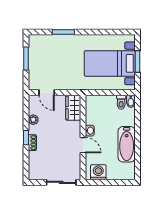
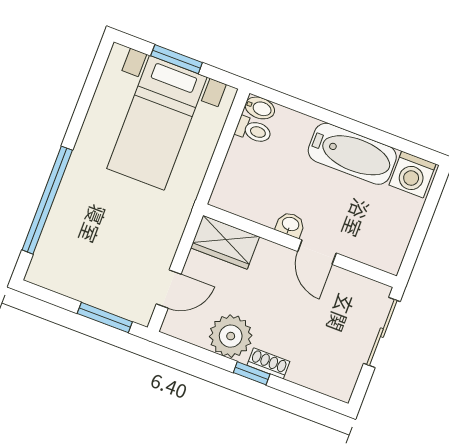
window: (63, 32) -> (47, 200), width x2.11
window: (26, 59) -> (105, 318), moved
plant: (33, 120) -> (231, 336), width x1.88, depth x1.88
door: (83, 145) -> (317, 252), swing flipped
washing machine: (98, 172) -> (412, 175), moved, turned -90

